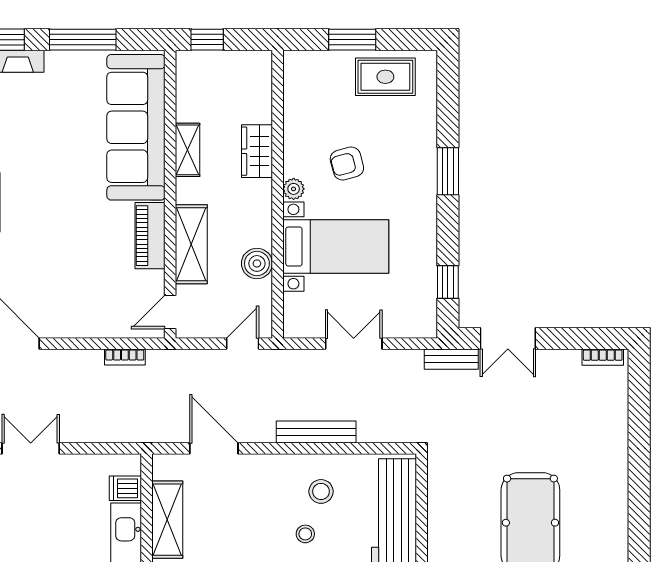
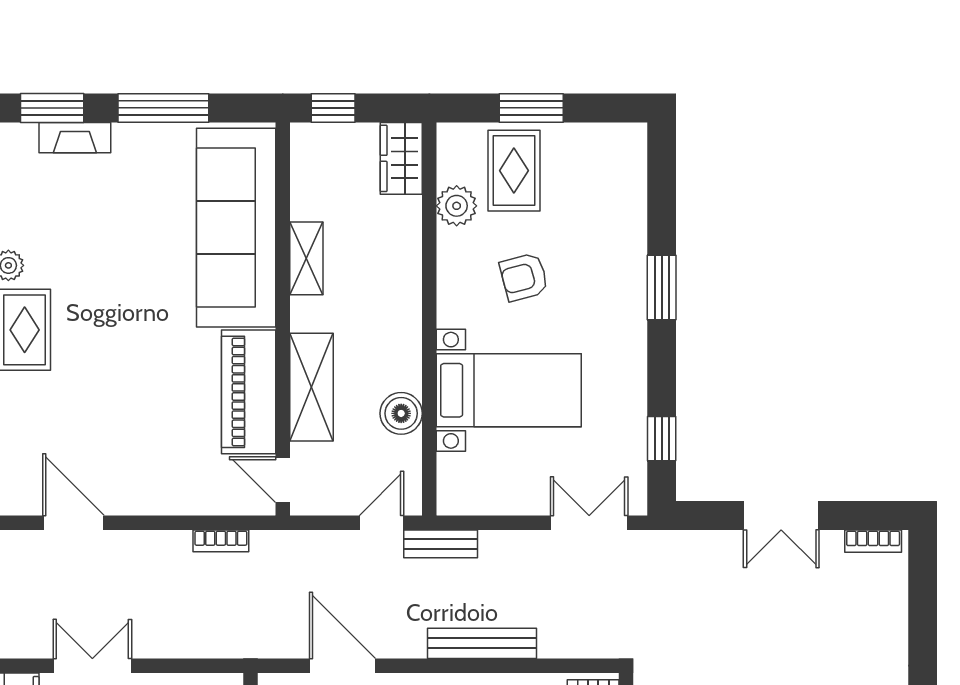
rug: (385, 77) -> (514, 171), moved, turned 90
wardrobe: (257, 151) -> (401, 158), moved
plant: (294, 189) -> (457, 206), moved, width x1.38, depth x1.38
piano: (150, 236) -> (249, 392), width x1.37, depth x1.33
door: (170, 312) -> (283, 480), hinge flipped
double door: (508, 338) -> (781, 516), moved
double door: (354, 344) -> (589, 523), moved
bench: (451, 359) -> (441, 544), moved

